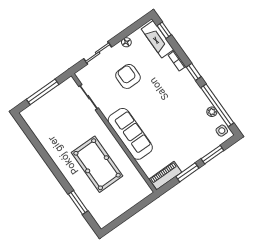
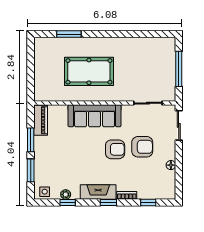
window: (164, 30) -> (148, 203), moved
fireplace: (158, 39) -> (98, 192), moved
sliding door: (98, 53) -> (179, 125), moved
armchair: (146, 97) -> (115, 149), added
window: (217, 105) -> (68, 203), width x0.32

